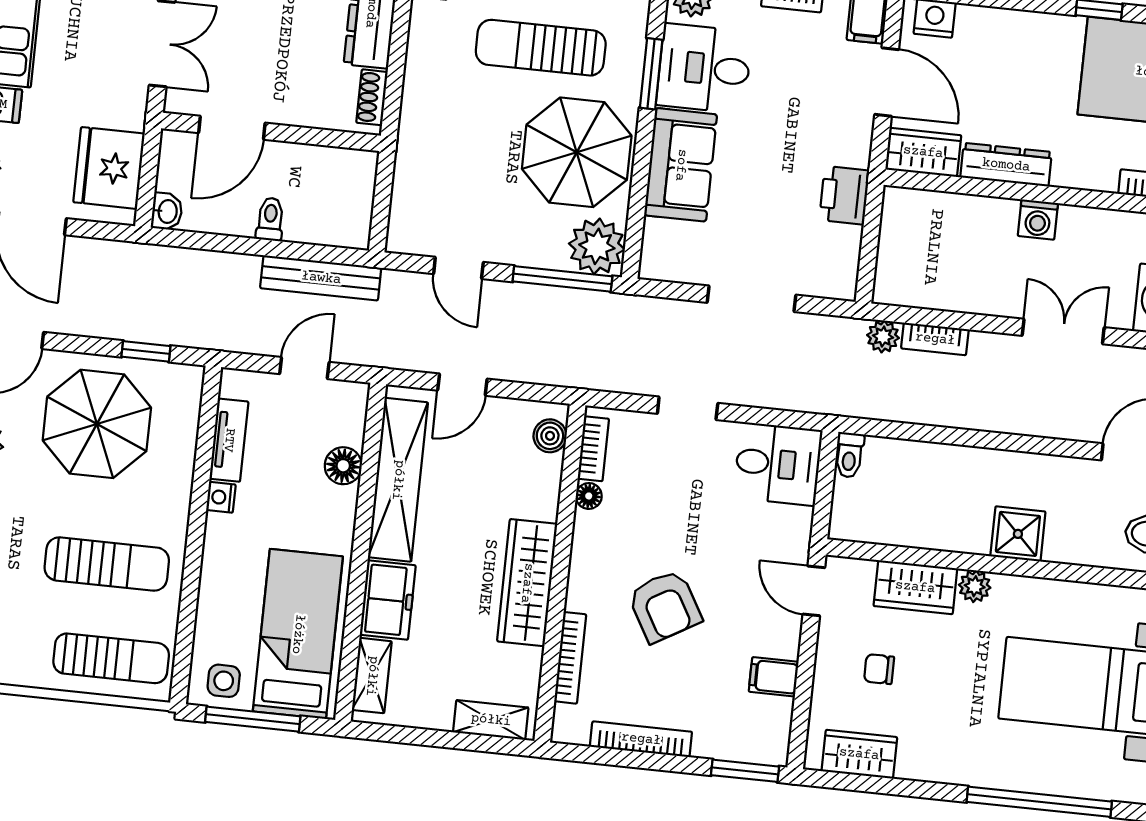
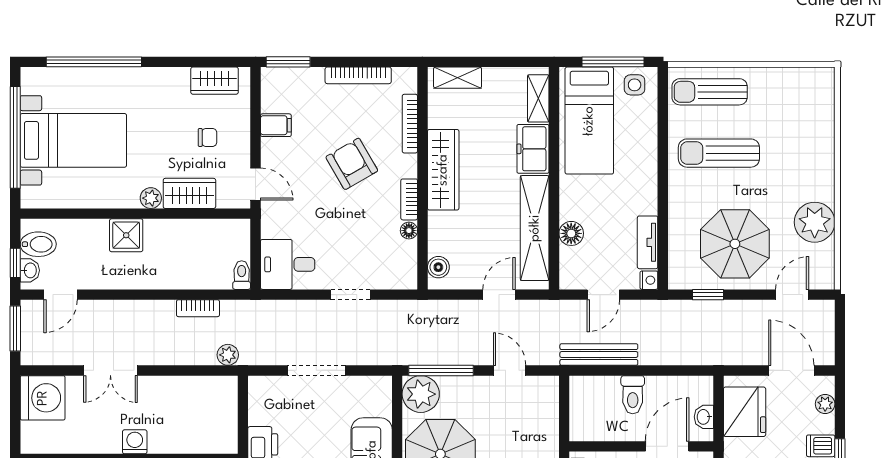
washbasin: (167, 211) -> (704, 417), moved
toilet: (270, 219) -> (633, 395), width x1.37, depth x1.39
bookcase: (935, 339) -> (198, 308), moved, turned 180
bookcase: (593, 449) -> (409, 199), moved
nightstand: (221, 497) -> (649, 280), moved

